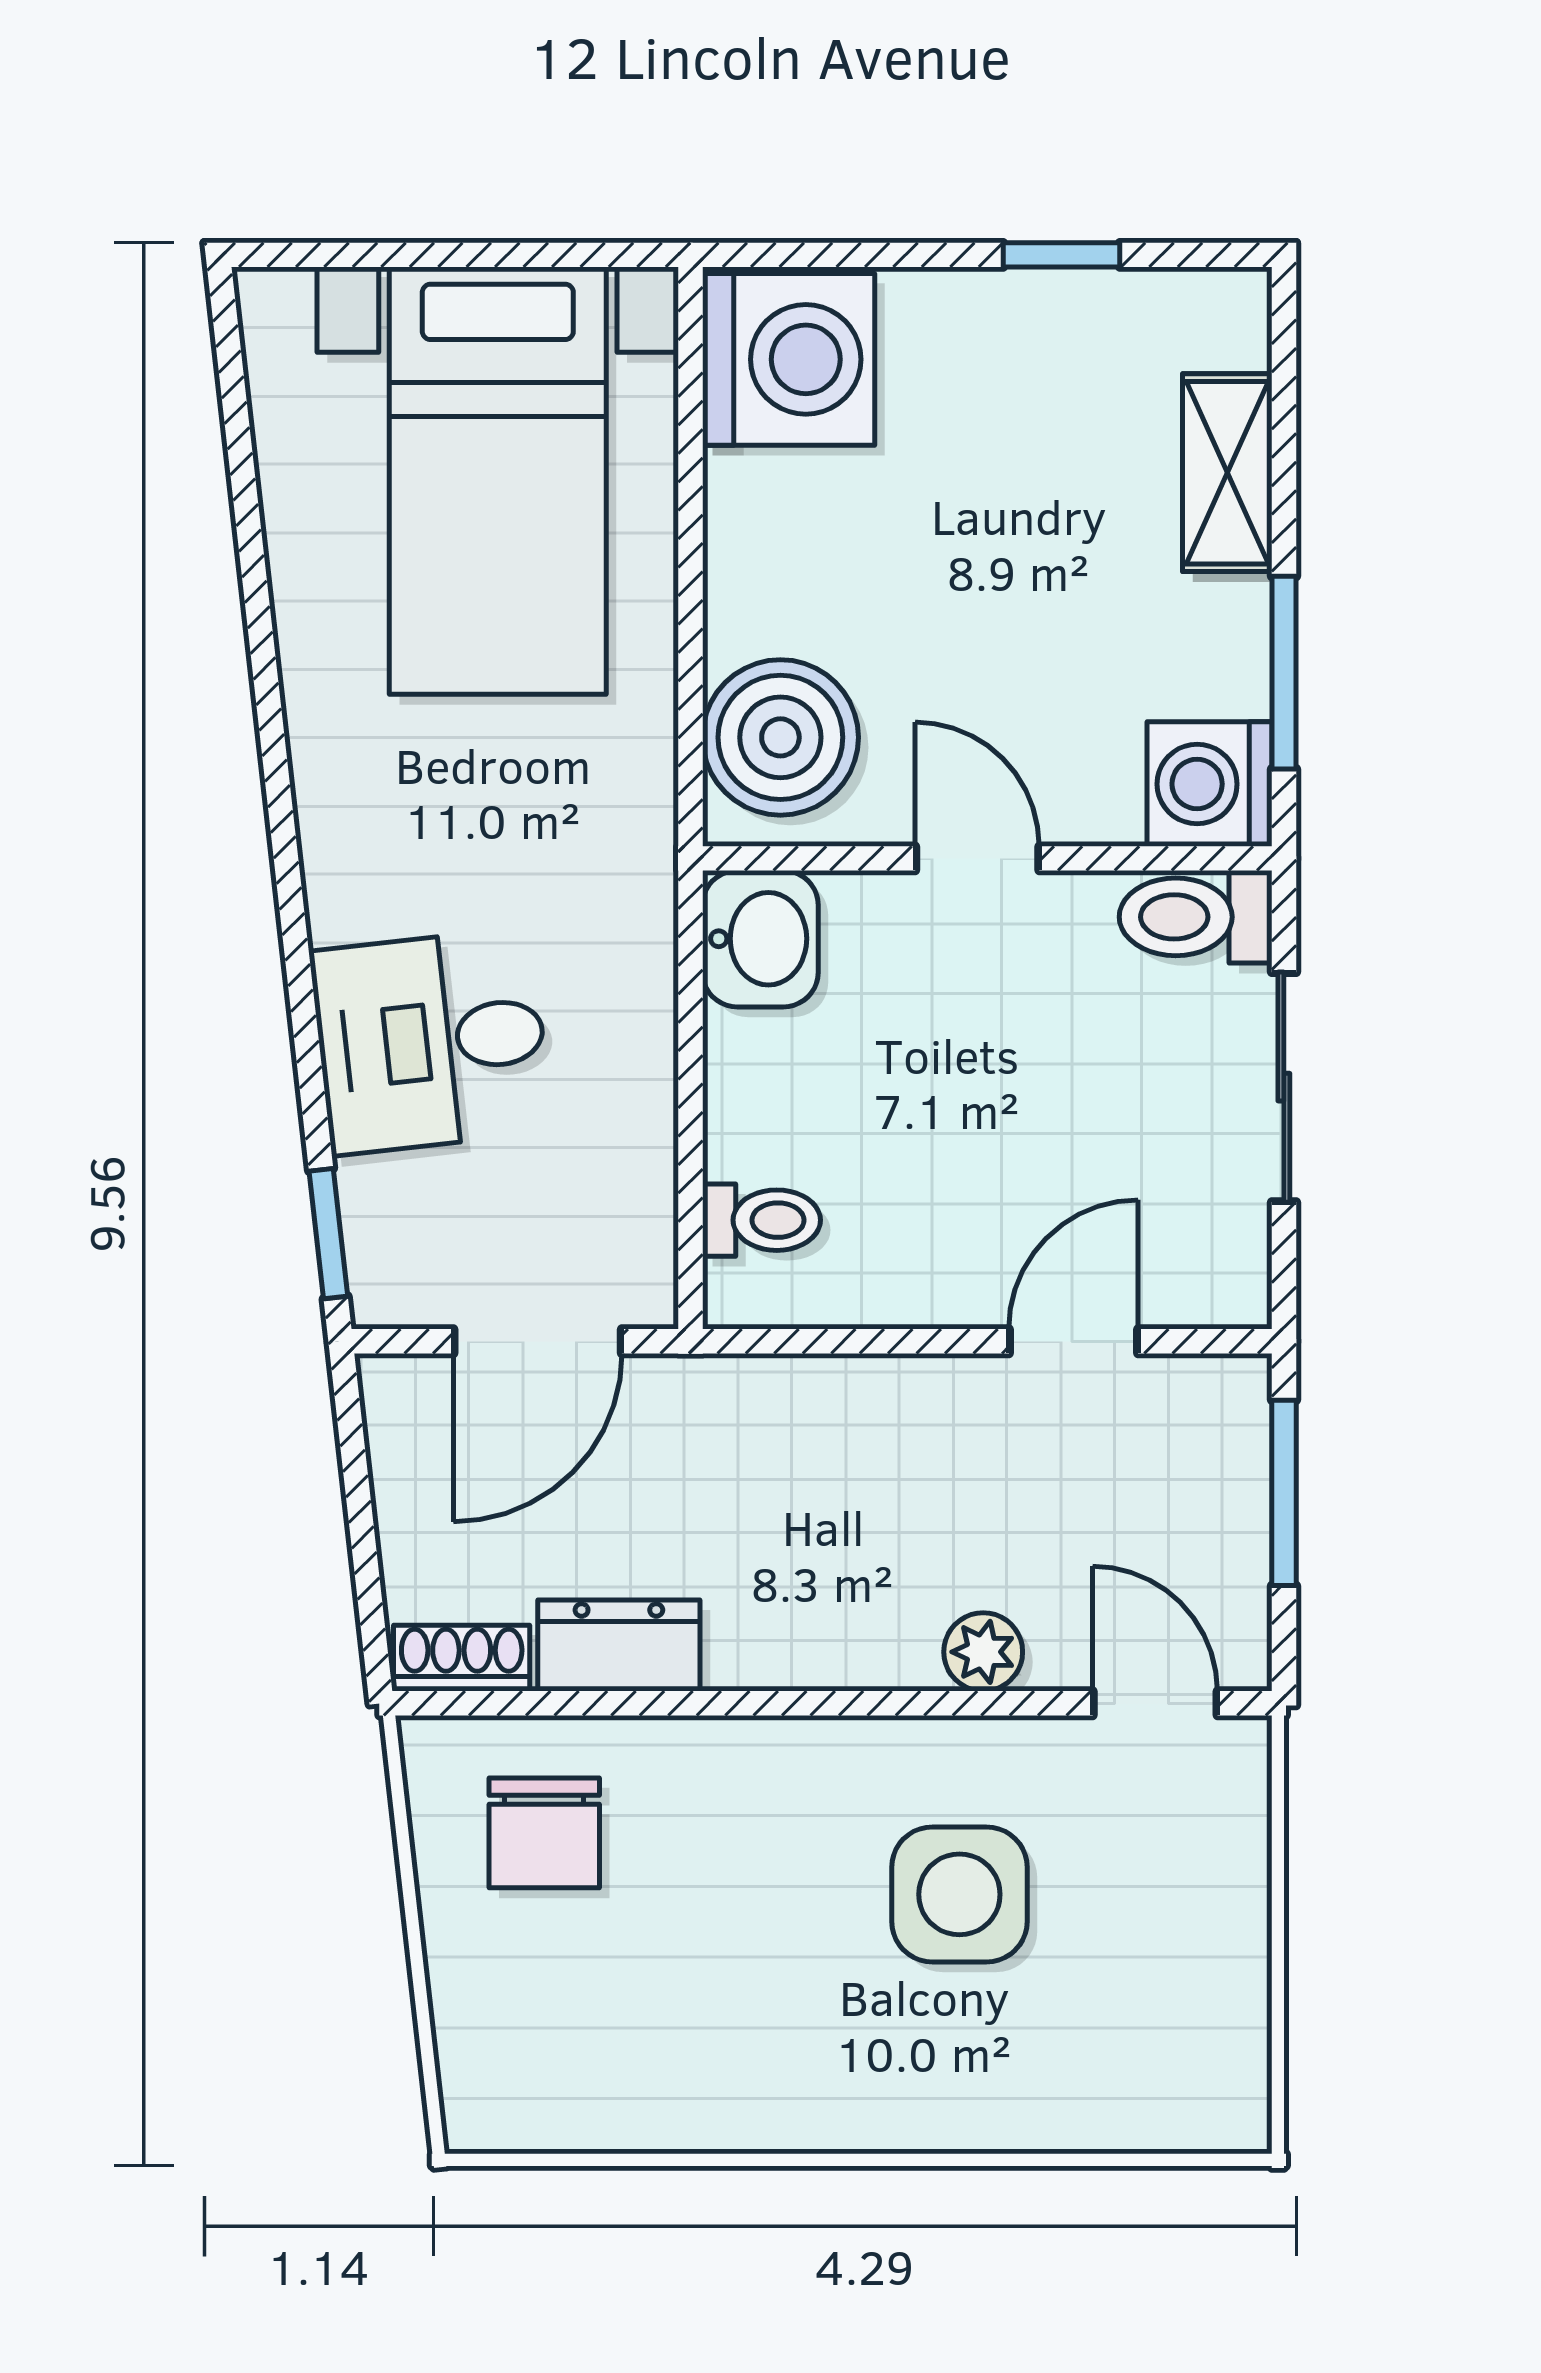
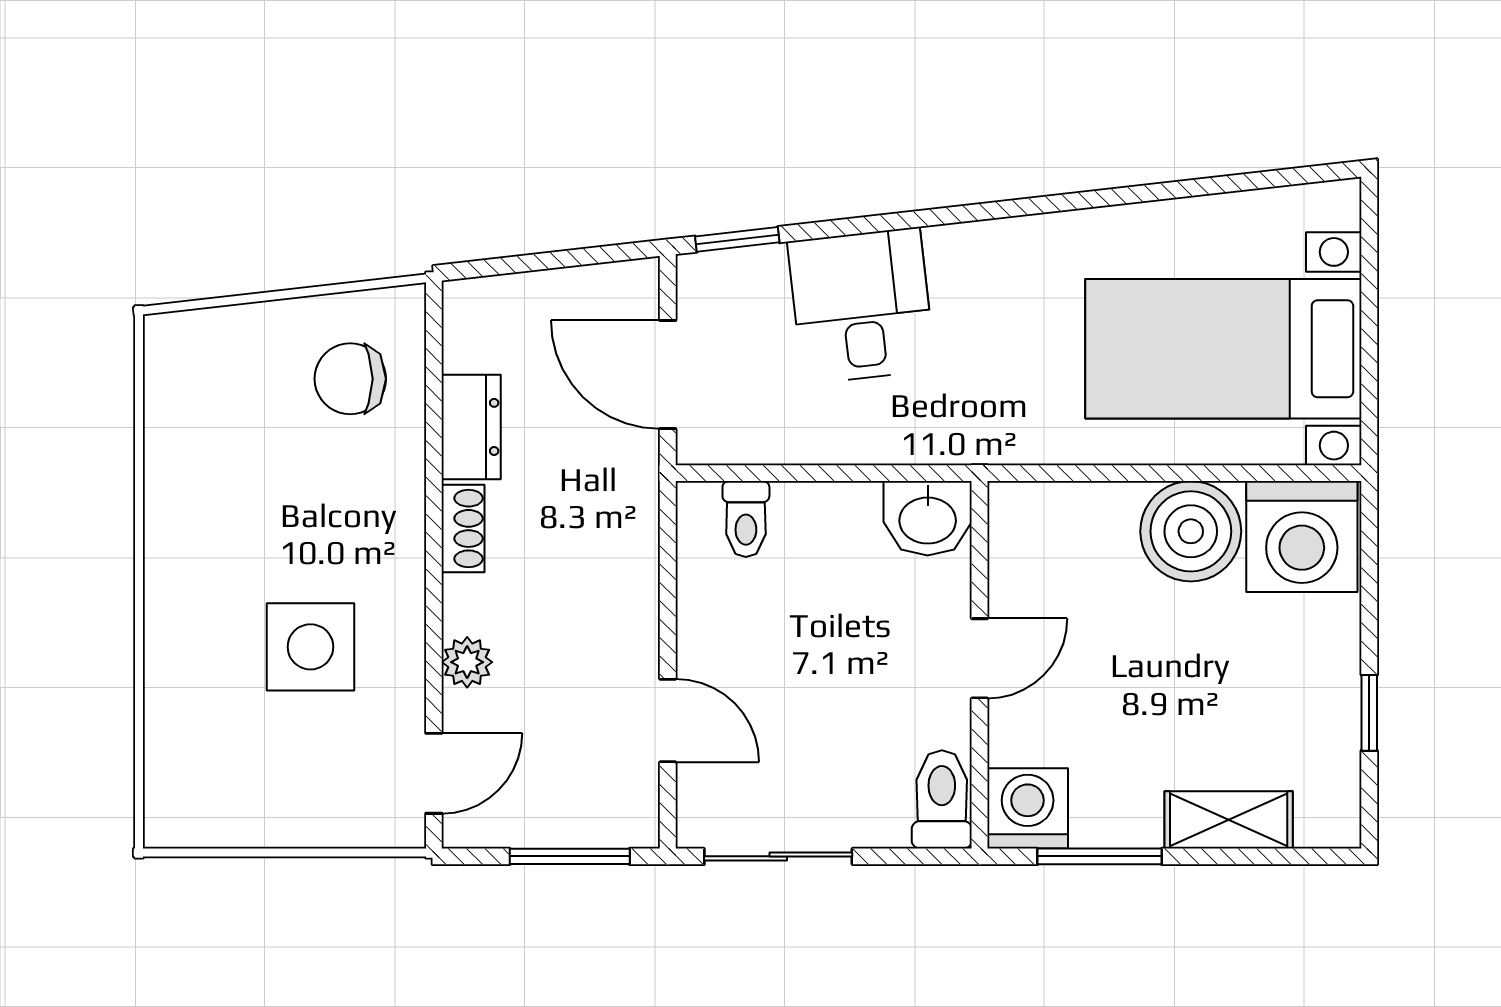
boiler: (780, 737) -> (1191, 531), moved
sliding door: (1284, 1087) -> (778, 856), moved
shoe rack: (462, 1658) -> (463, 528), moved

